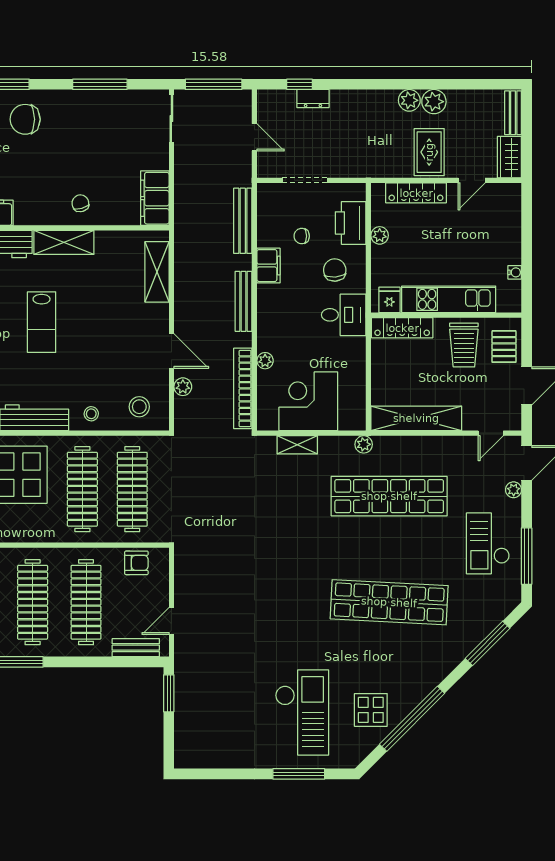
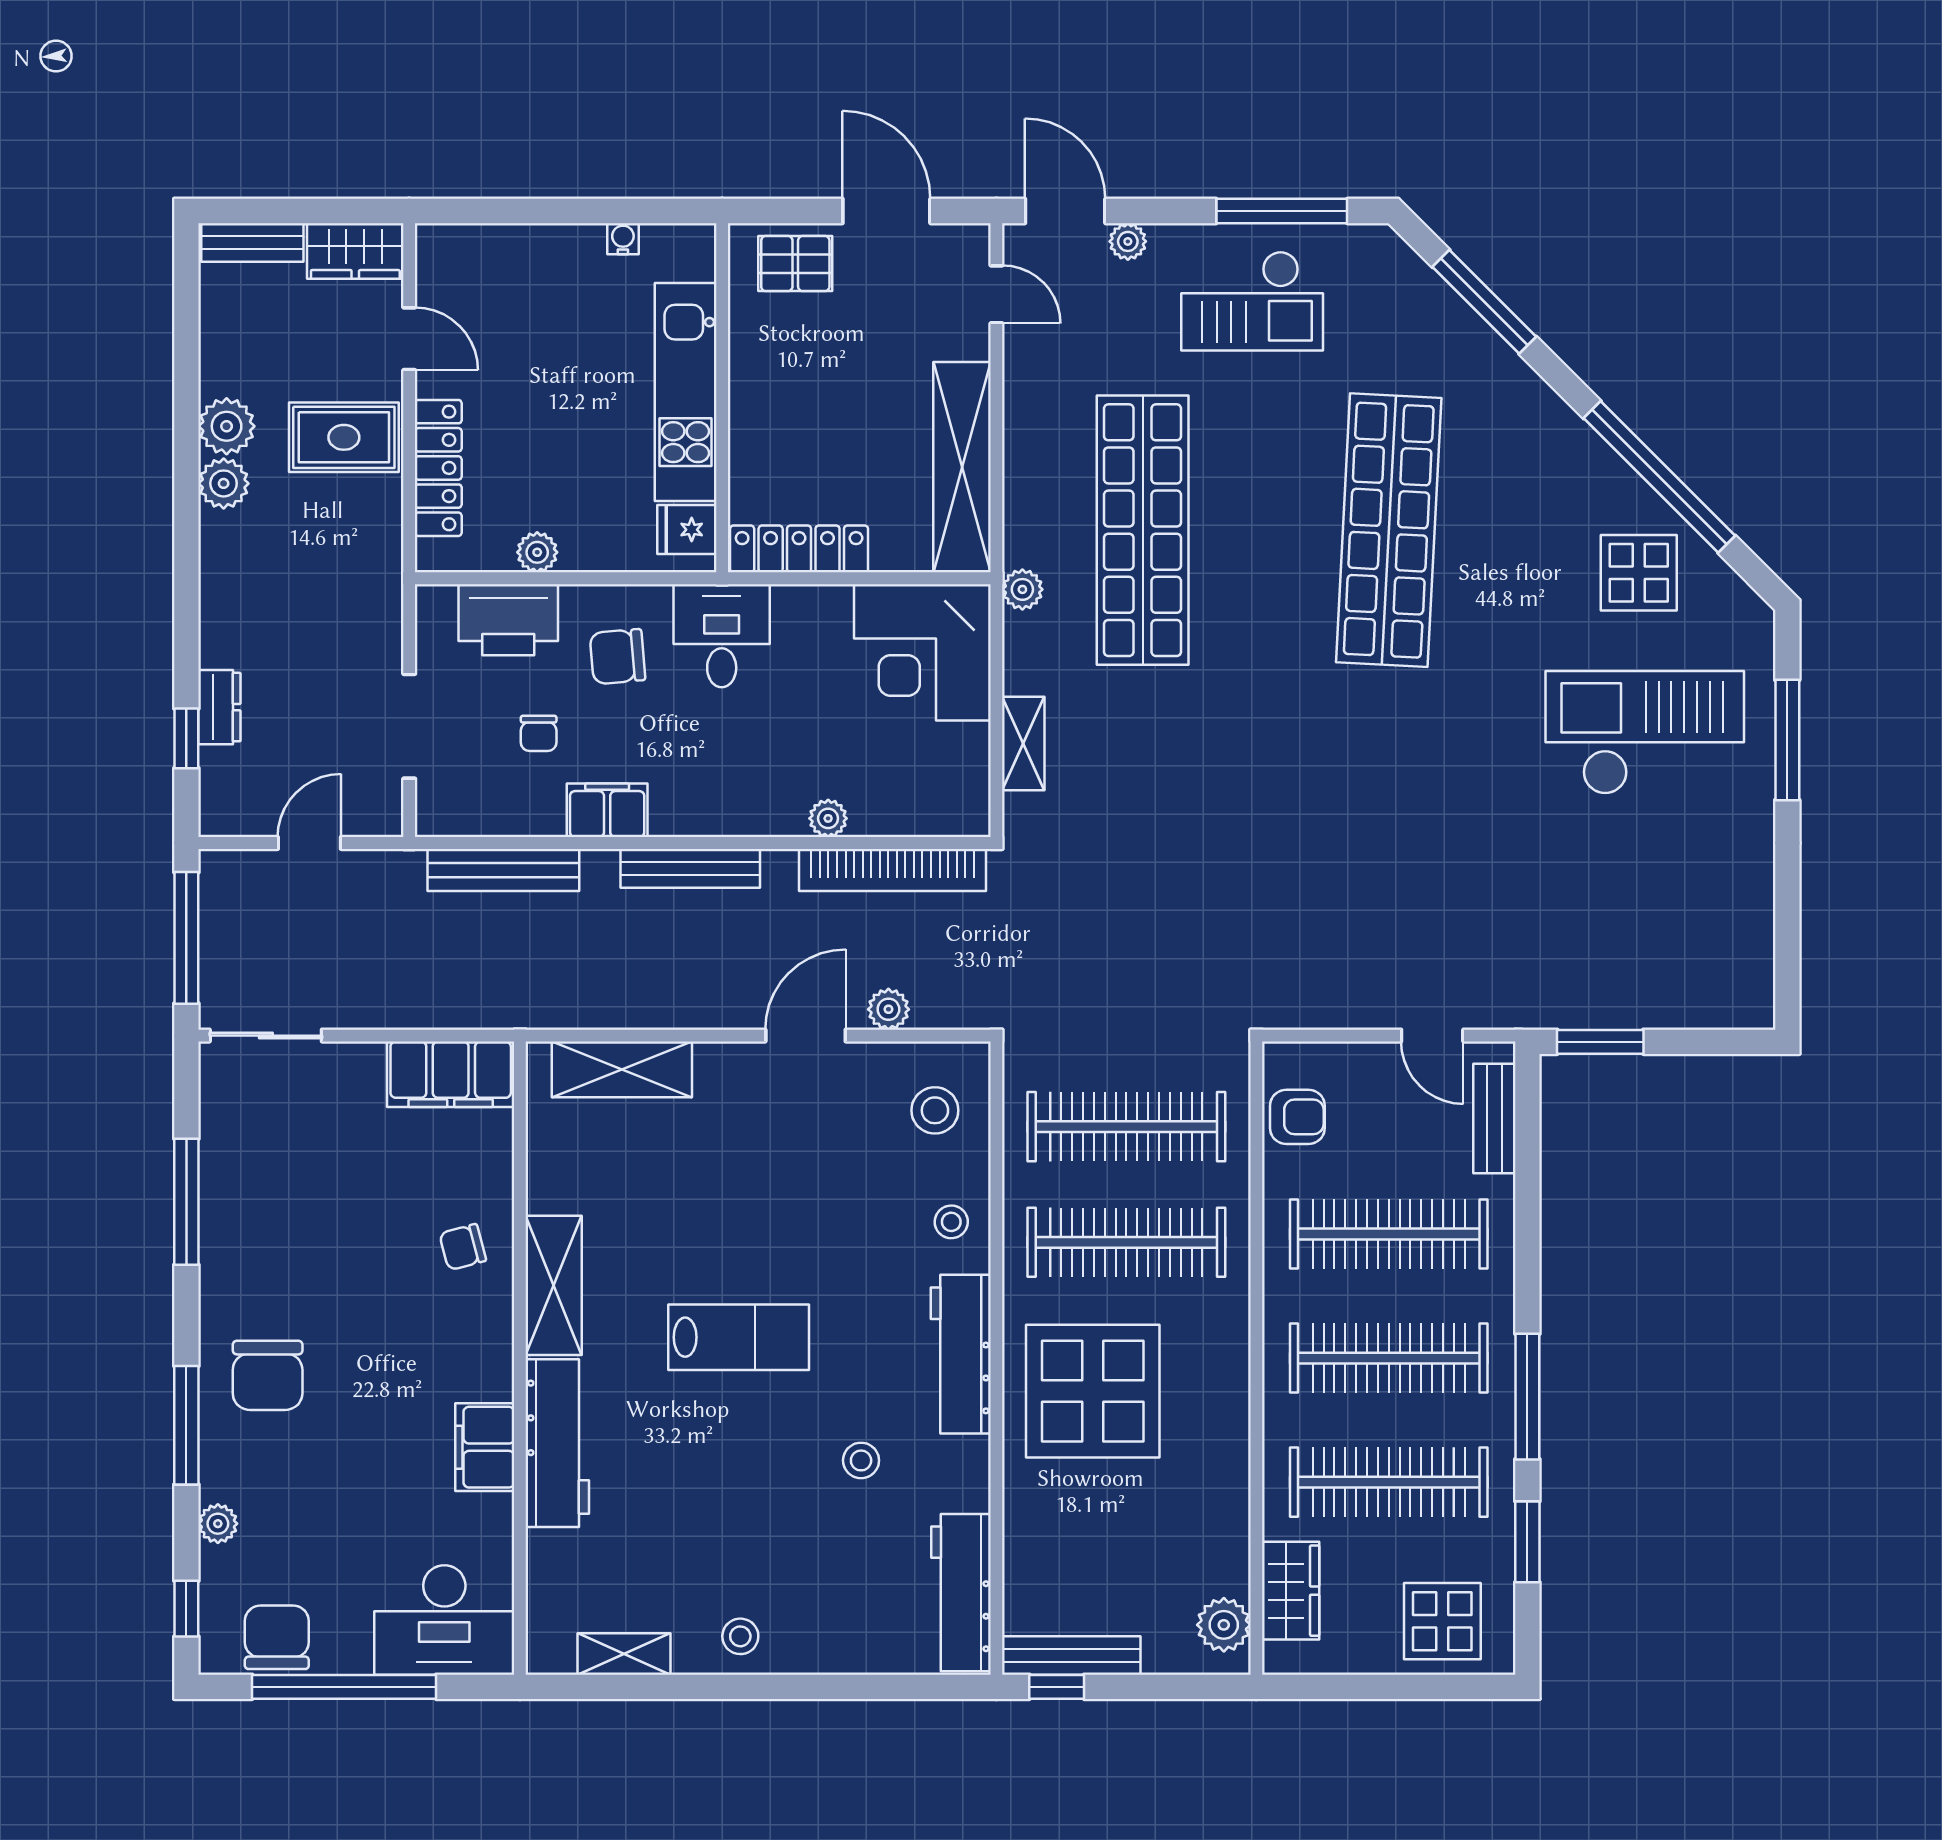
locker: (402, 328) -> (799, 549), moved, turned -90
trolley: (464, 345) -> (792, 357), removed
corner desk: (308, 401) -> (922, 652), moved
armchair: (136, 563) -> (1297, 1117), turned 90

